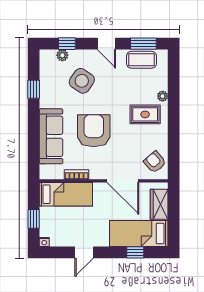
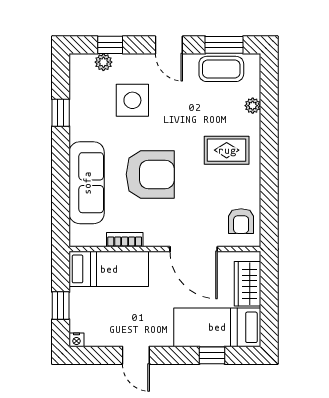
side table: (82, 81) -> (132, 100), turned -34
plant: (163, 96) -> (253, 106), moved
armchair: (94, 131) -> (150, 174), turned 90
armchair: (155, 162) -> (241, 221), turned -139
door: (84, 252) -> (136, 355), hinge flipped

